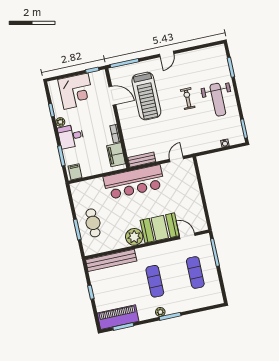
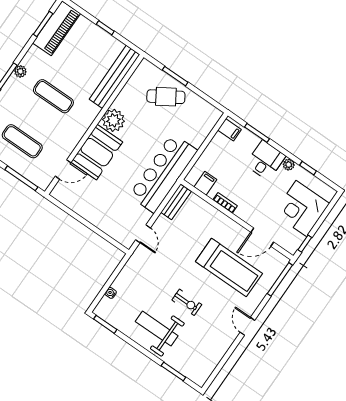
treadmill: (146, 96) -> (229, 267), turned 180
filing cabinet: (116, 155) -> (205, 183), width x0.50
cafe table: (93, 223) -> (166, 97), turned -32

